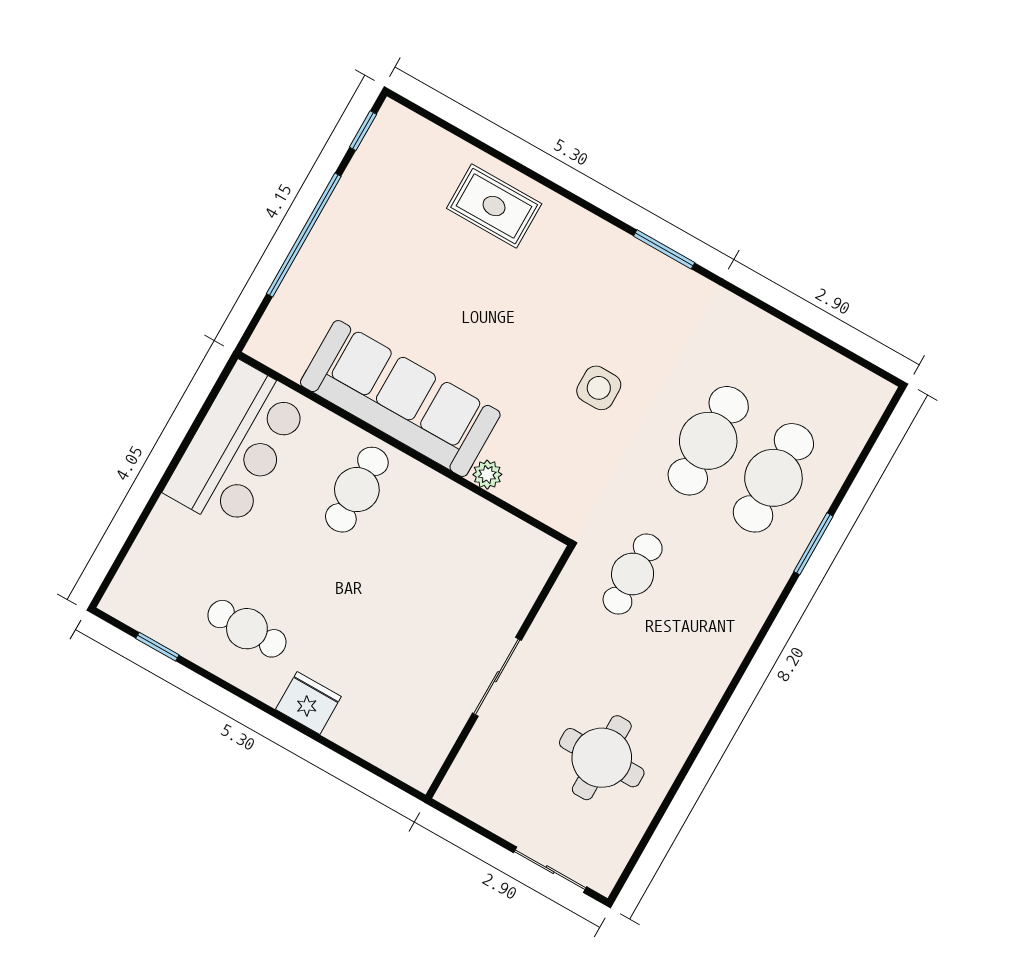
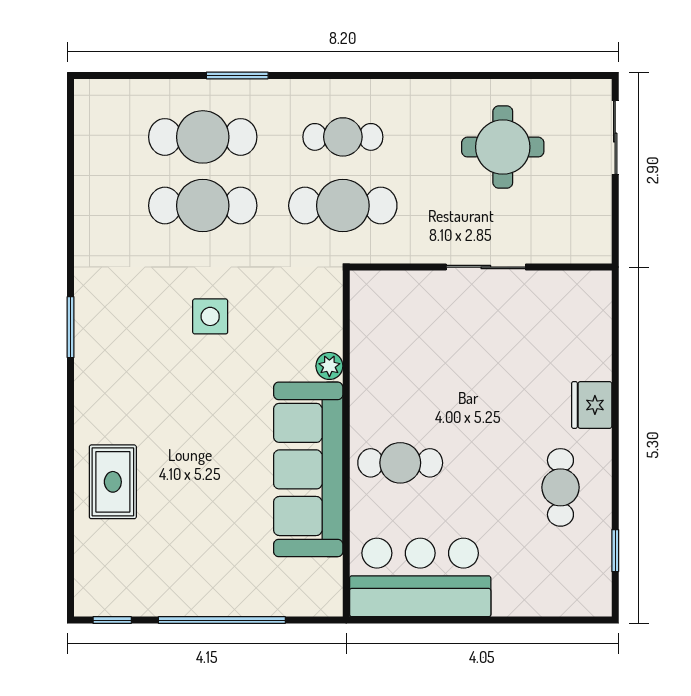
cafe table: (633, 574) -> (343, 206), width x1.37, depth x1.35
cafe table: (698, 611) -> (343, 137), added

